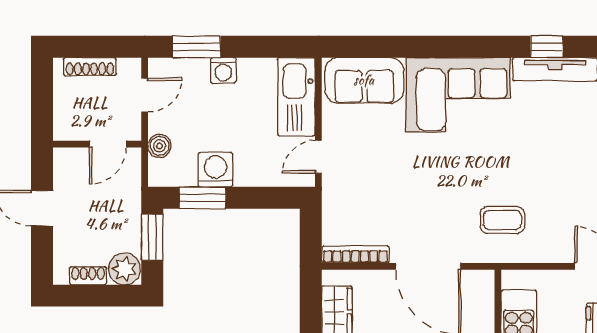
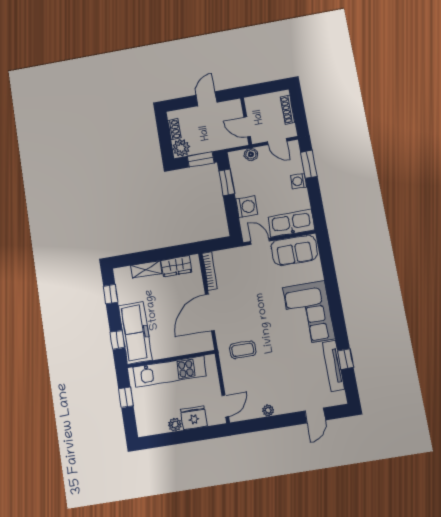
sofa: (364, 80) -> (294, 250), moved, turned -90
washing machine: (215, 170) -> (247, 207), moved
coffee table: (502, 220) -> (243, 350), turned 90

